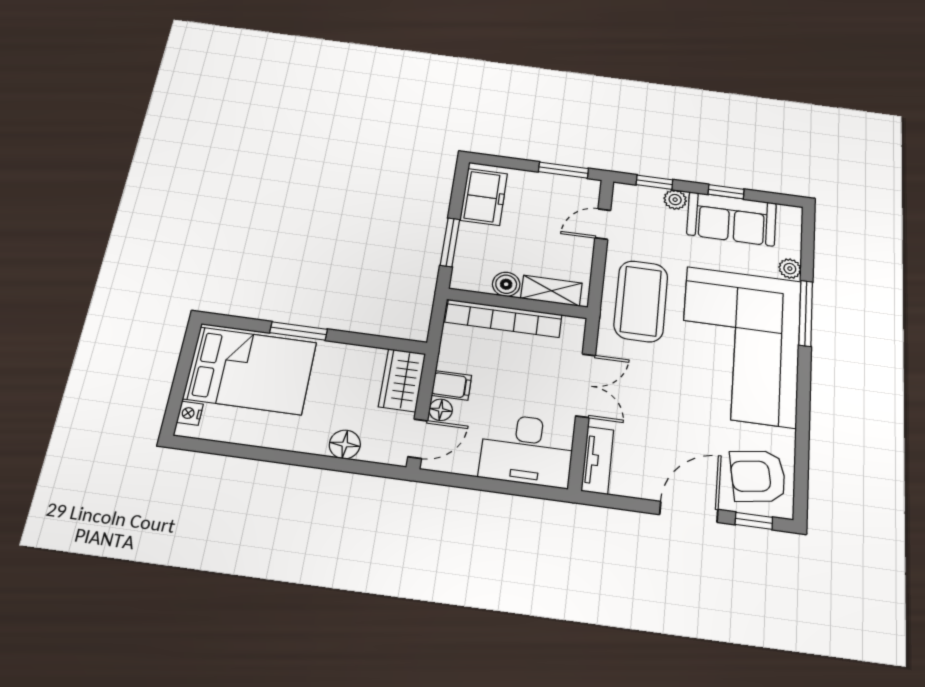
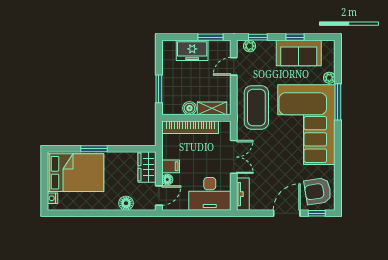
freezer: (484, 197) -> (192, 50), moved, turned 90
plant: (675, 200) -> (250, 46), moved

